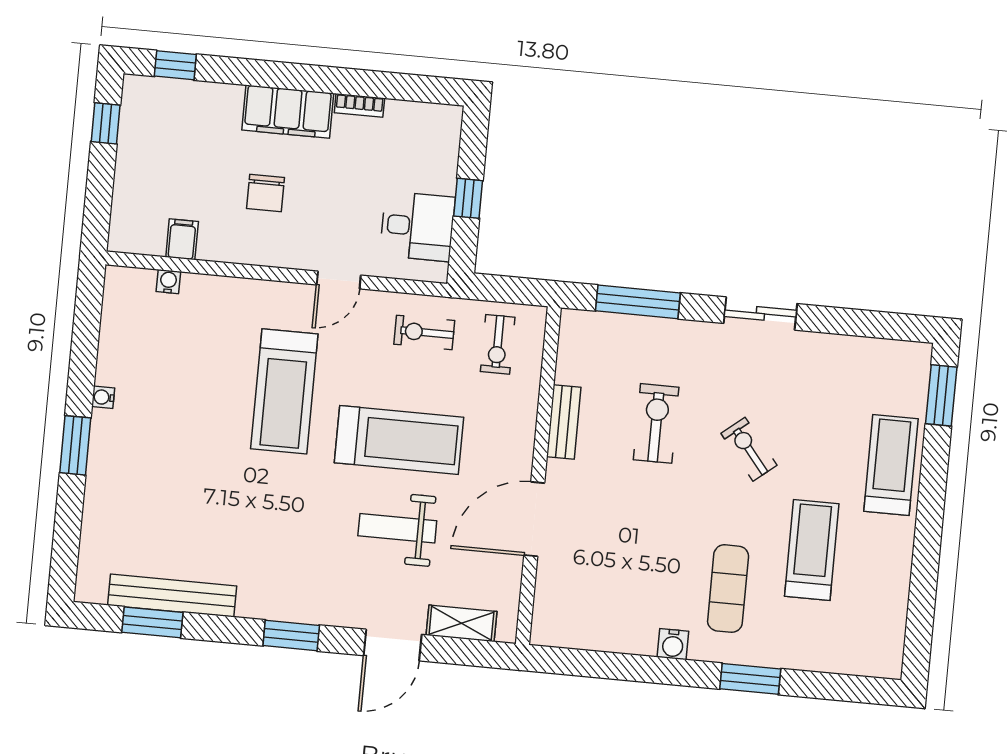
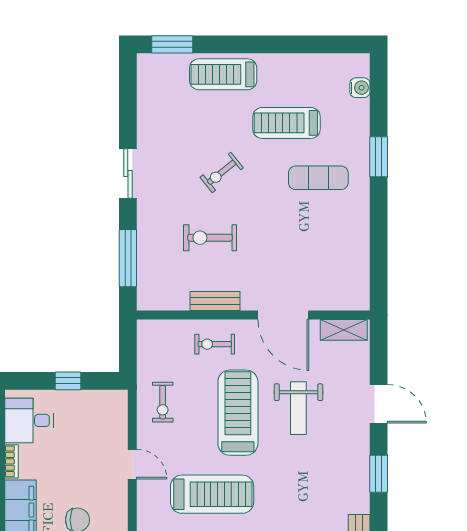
desk: (417, 226) -> (29, 420), moved, turned -90
exercise bike: (498, 344) -> (215, 344), moved, turned 180
shelving: (461, 623) -> (344, 330), moved, turned 90
water cooler: (673, 644) -> (360, 88), moved

